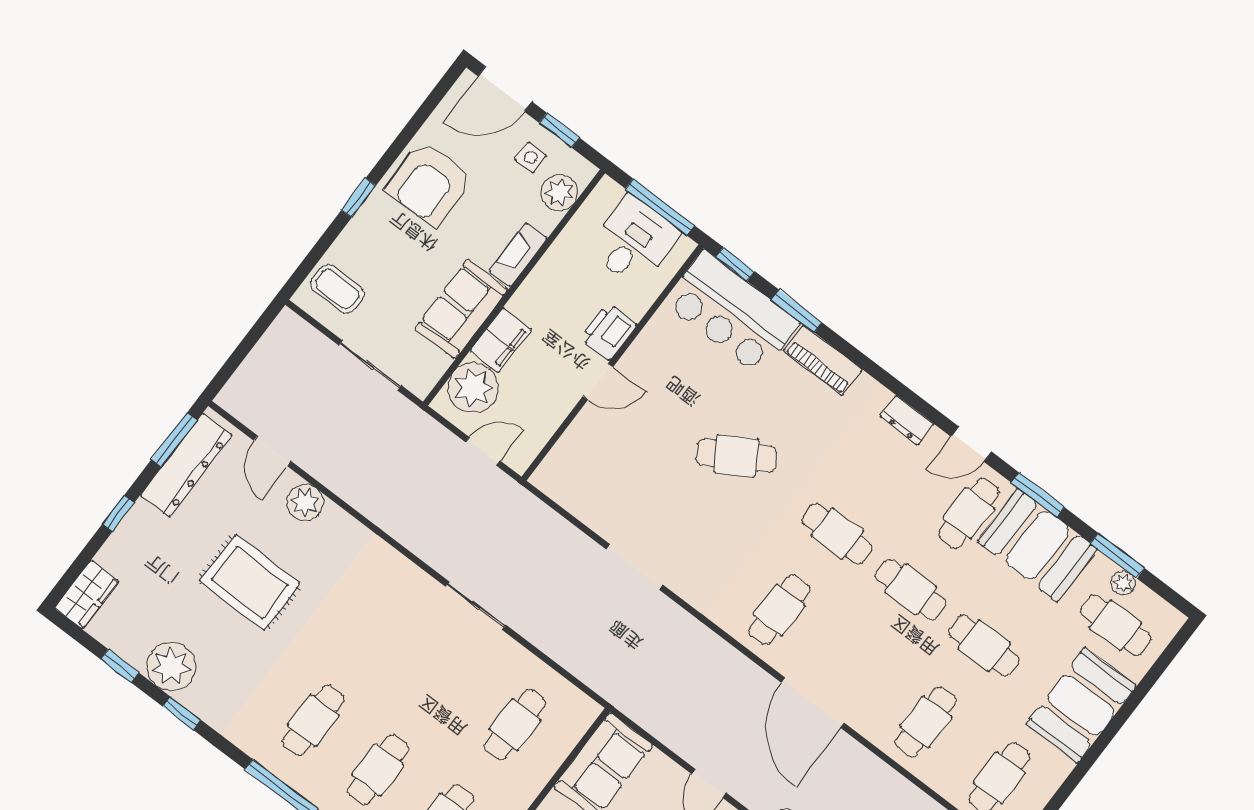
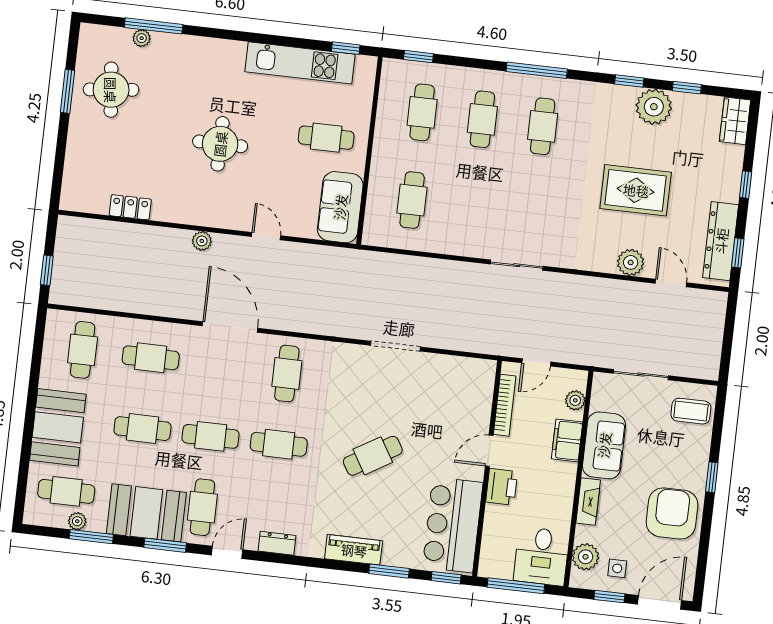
desk: (634, 241) -> (542, 556), moved
bar counter: (732, 313) -> (453, 525), moved, turned -90
plant: (473, 388) -> (575, 400), width x0.53, depth x0.53
bookcase: (549, 424) -> (505, 405), added
window: (174, 440) -> (738, 253), width x0.67
sliding door: (476, 606) -> (517, 265), moved
cafe table: (926, 722) -> (151, 358), turned 90

